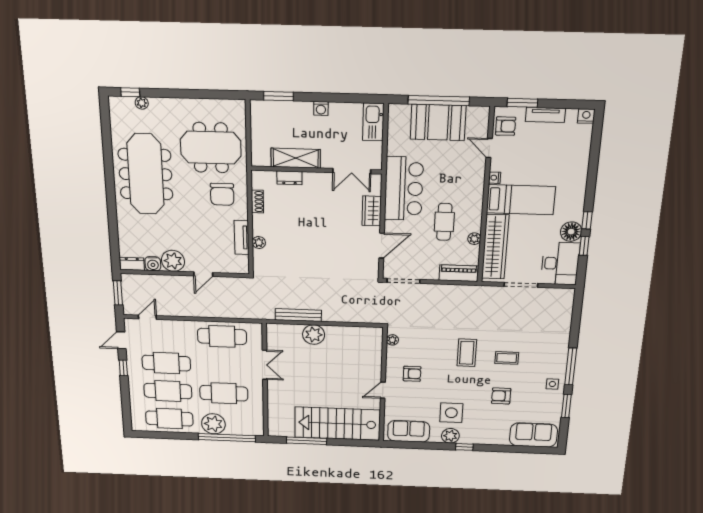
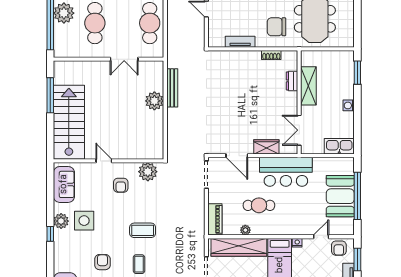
plant: (259, 243) -> (236, 56), removed
plant: (392, 340) -> (148, 172), width x1.87, depth x1.87

